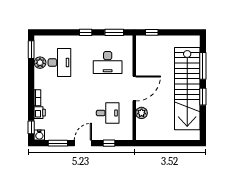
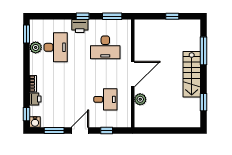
window: (152, 32) -> (172, 16), moved
printer: (83, 42) -> (80, 26), added
stairs: (187, 89) -> (192, 74), width x0.54, depth x0.66
window: (203, 97) -> (203, 102), moved

